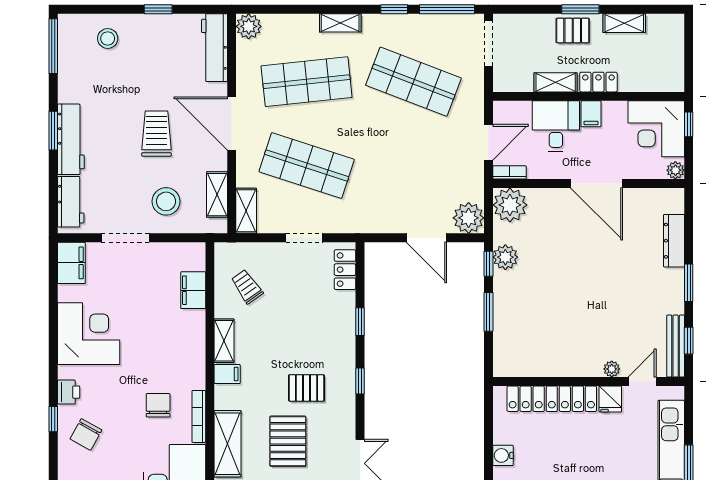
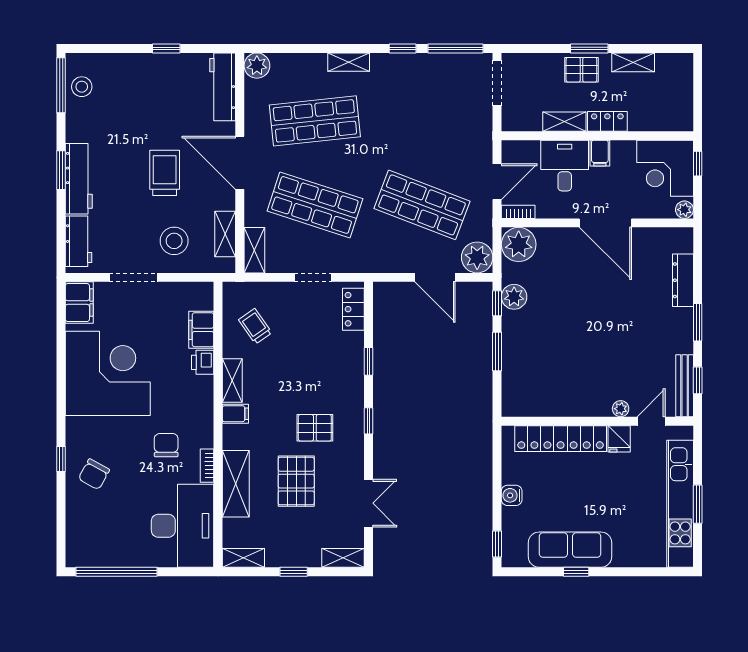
stool: (108, 38) -> (82, 87), moved
shop shelf: (413, 82) -> (422, 205), moved
corner desk: (89, 334) -> (108, 373), width x1.36, depth x1.36
printer: (69, 392) -> (203, 362), moved, turned 180
bookcase: (199, 416) -> (207, 466), width x0.64

